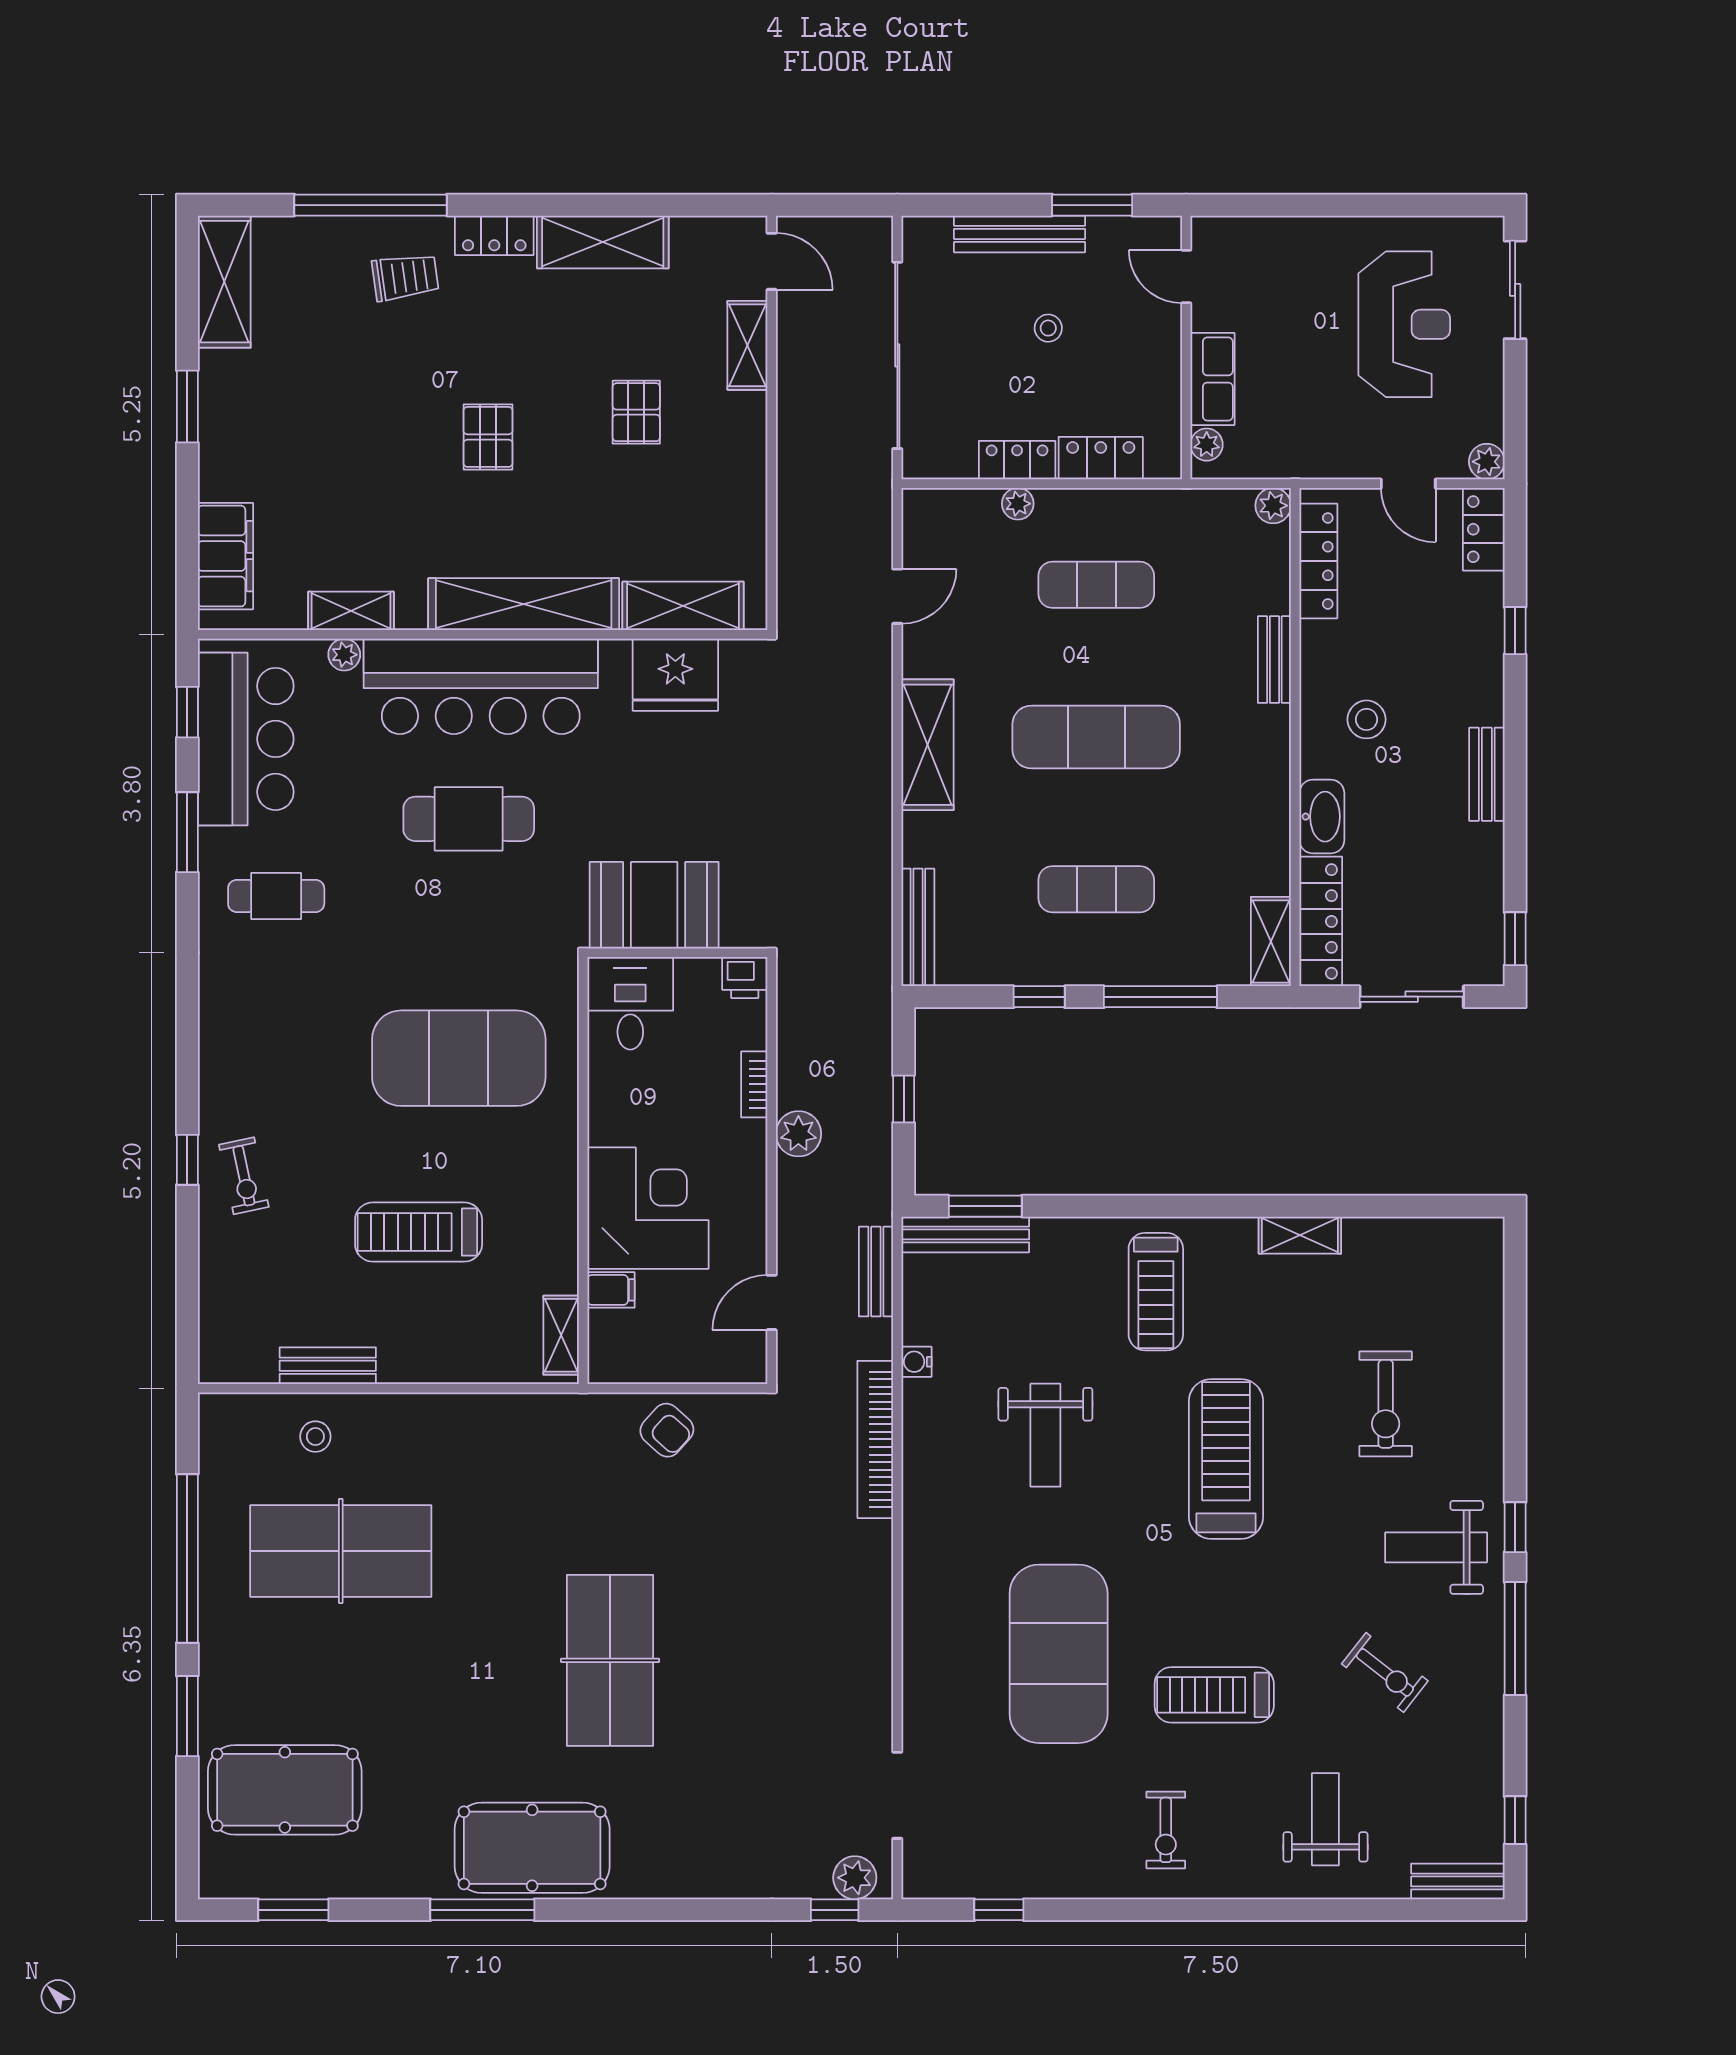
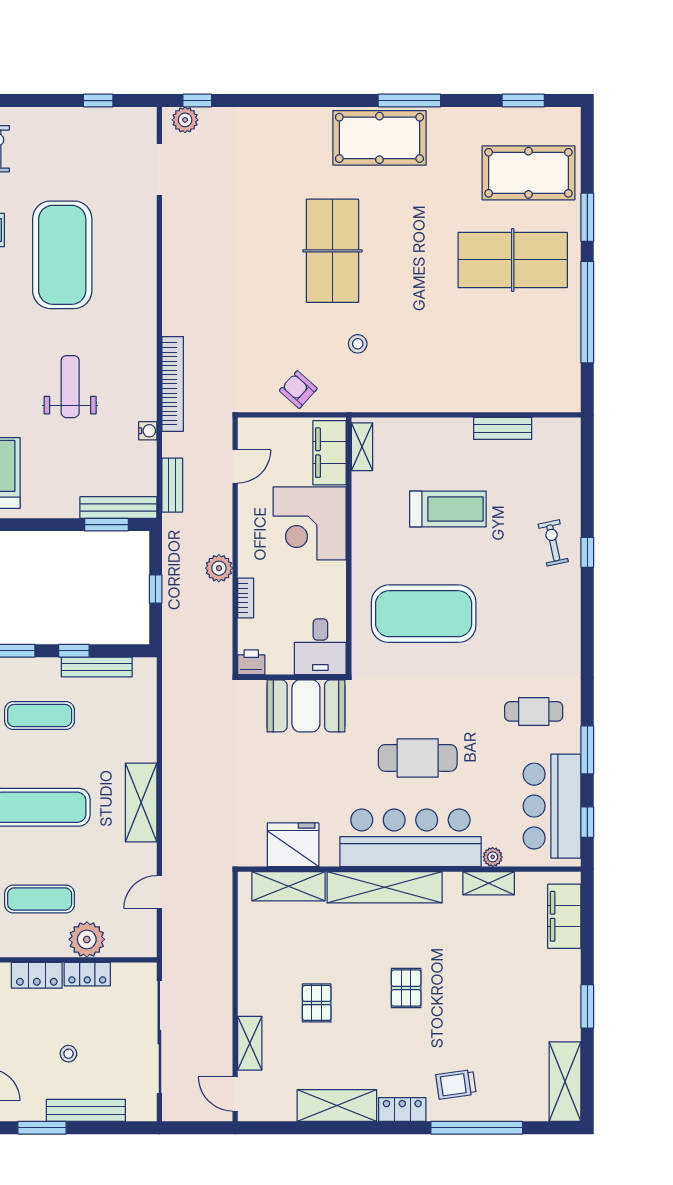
plant: (1018, 504) -> (87, 939), width x1.87, depth x1.87
bench: (918, 927) -> (97, 667), moved, turned 90
filing cabinet: (611, 1290) -> (330, 453), width x3.00, depth x1.17
stool: (315, 1437) -> (358, 344), moved
table tennis table: (341, 1551) -> (513, 260), moved

